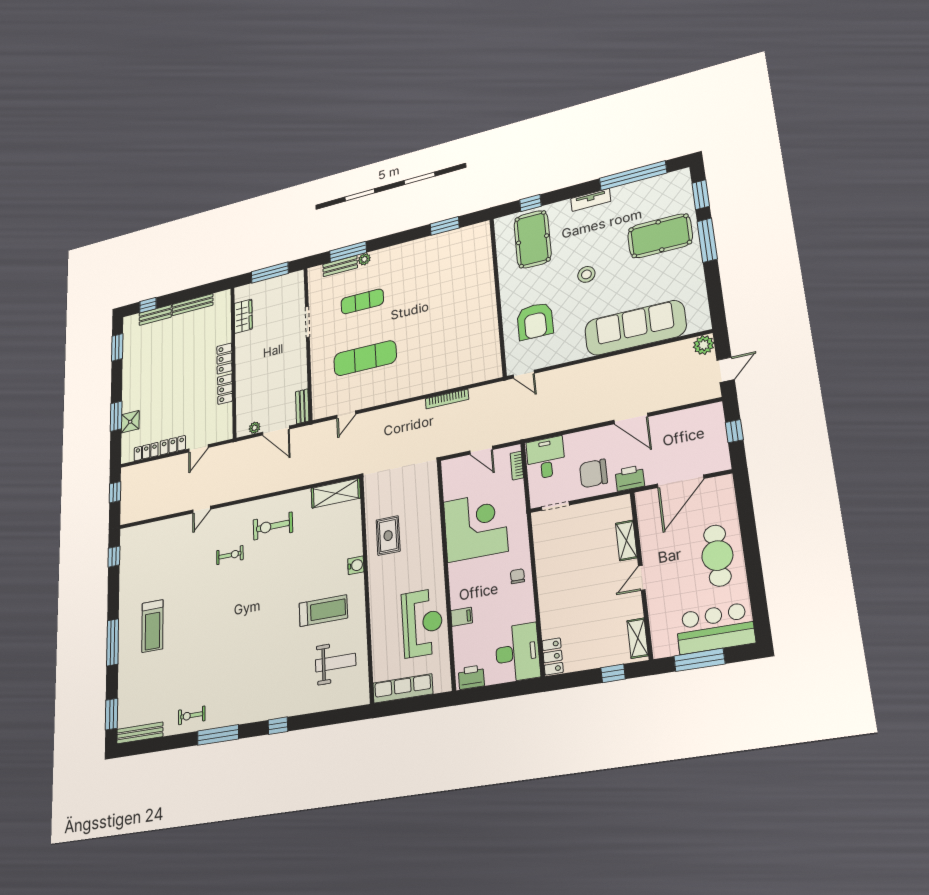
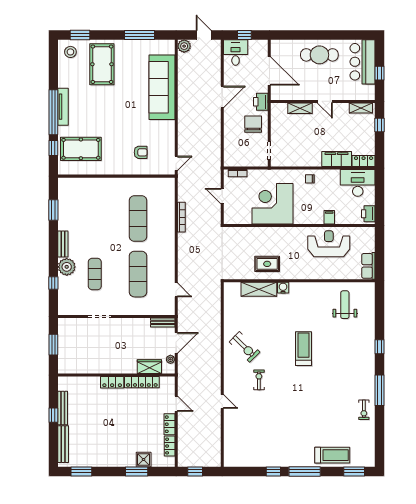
window: (633, 176) -> (53, 112), moved
tv unit: (591, 200) -> (63, 107), width x1.41
window: (707, 240) -> (139, 35), moved
window: (348, 252) -> (53, 283), width x0.46
plant: (364, 259) -> (67, 267), width x1.87, depth x1.87
bench: (340, 266) -> (63, 244), moved
window: (270, 273) -> (53, 345), width x0.69
stool: (586, 274) -> (70, 52), moved
window: (148, 305) -> (53, 415), moved
bench: (155, 315) -> (63, 444), width x1.36
wardrobe: (243, 316) -> (149, 367), moved
armchair: (535, 321) -> (141, 152), width x0.53, depth x0.53
exercise mat: (441, 340) -> (138, 218), added
locker: (225, 389) -> (142, 382), width x1.53
door: (481, 450) -> (222, 196), swing flipped
desk: (546, 458) -> (236, 52), moved, turned 90
chair: (594, 473) -> (253, 124), turned 180
shelving: (336, 493) -> (259, 289), moved, turned 90
exercise bike: (273, 526) -> (245, 347), turned -45
window: (114, 557) -> (273, 471), moved
treadmill: (323, 611) -> (304, 349), moved
filing cabinet: (552, 613) -> (337, 159), added
treadmill: (152, 626) -> (332, 455), moved
window: (699, 660) -> (379, 73), width x0.46
row of seats: (403, 688) -> (368, 266), width x0.68
bench: (140, 733) -> (370, 449), removed

